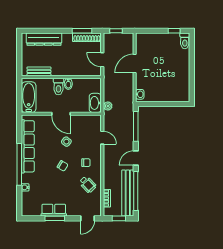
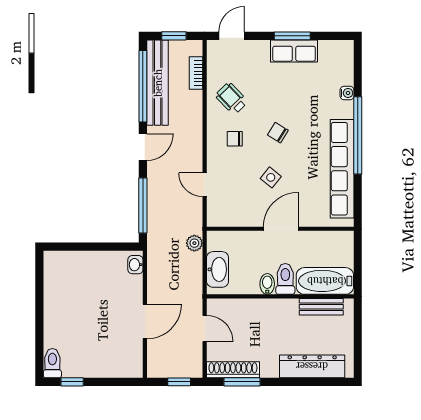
bathtub: (29, 97) -> (325, 281), moved, turned 90
washbasin: (95, 103) -> (218, 269), moved
door: (61, 114) -> (281, 229), hinge flipped

